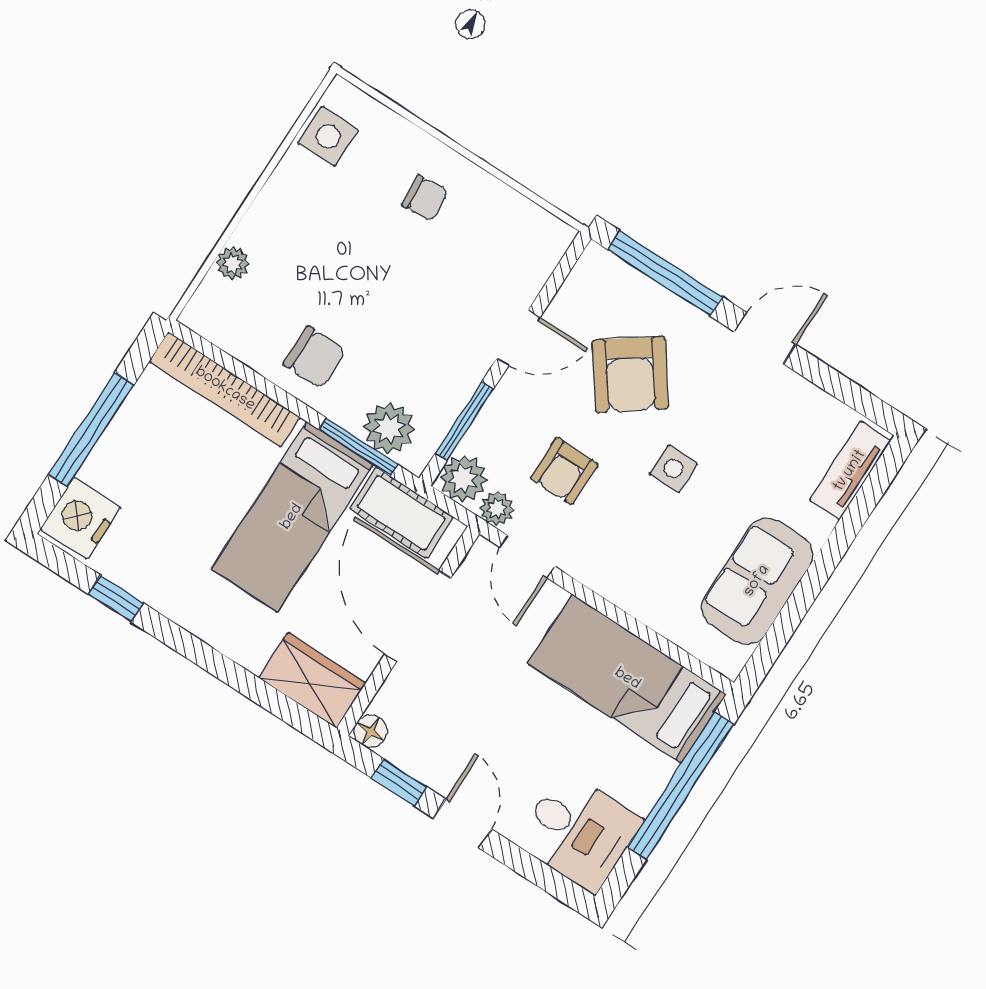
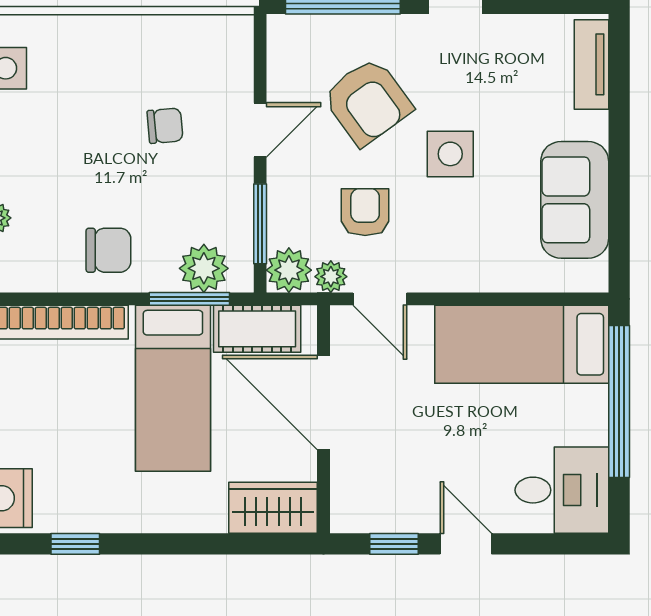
chair: (425, 198) -> (165, 126), moved
side table: (673, 469) -> (450, 154), width x1.37, depth x1.37
armchair: (564, 471) -> (365, 212), turned 180
floor lamp: (370, 731) -> (345, 518), removed

